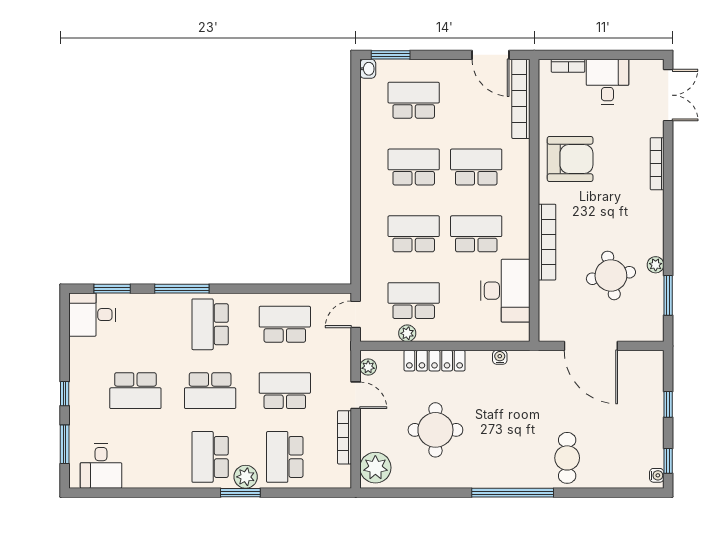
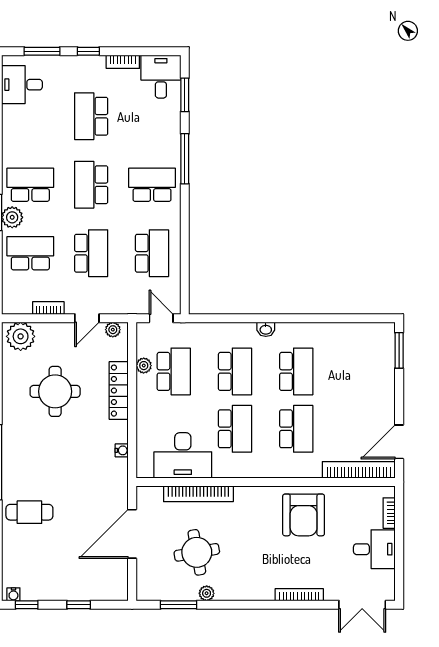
washbasin: (368, 69) -> (266, 329), moved
school desk: (414, 100) -> (357, 371), removed
bookcase: (547, 242) -> (198, 494), moved
bookcase: (76, 356) -> (123, 62), added
bookcase: (345, 437) -> (48, 308), width x0.64

